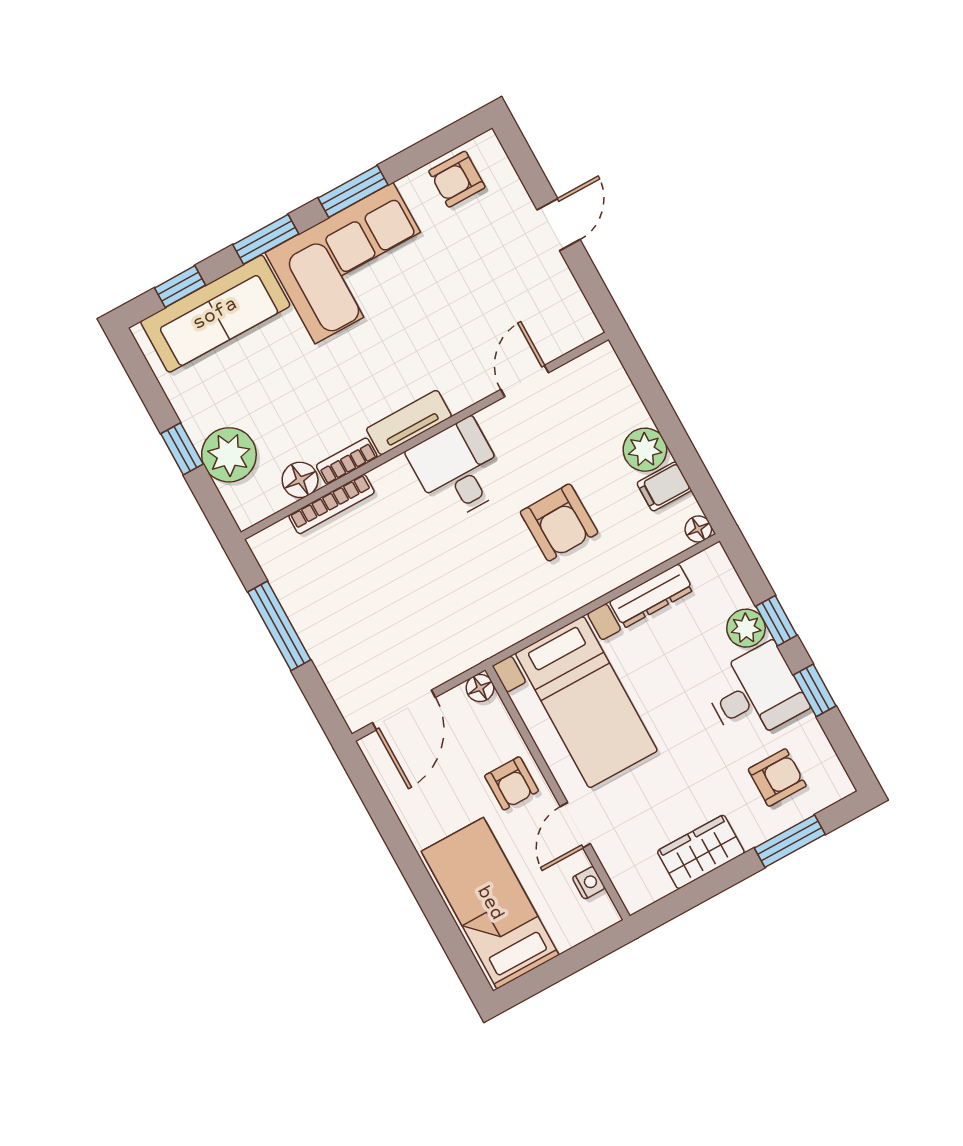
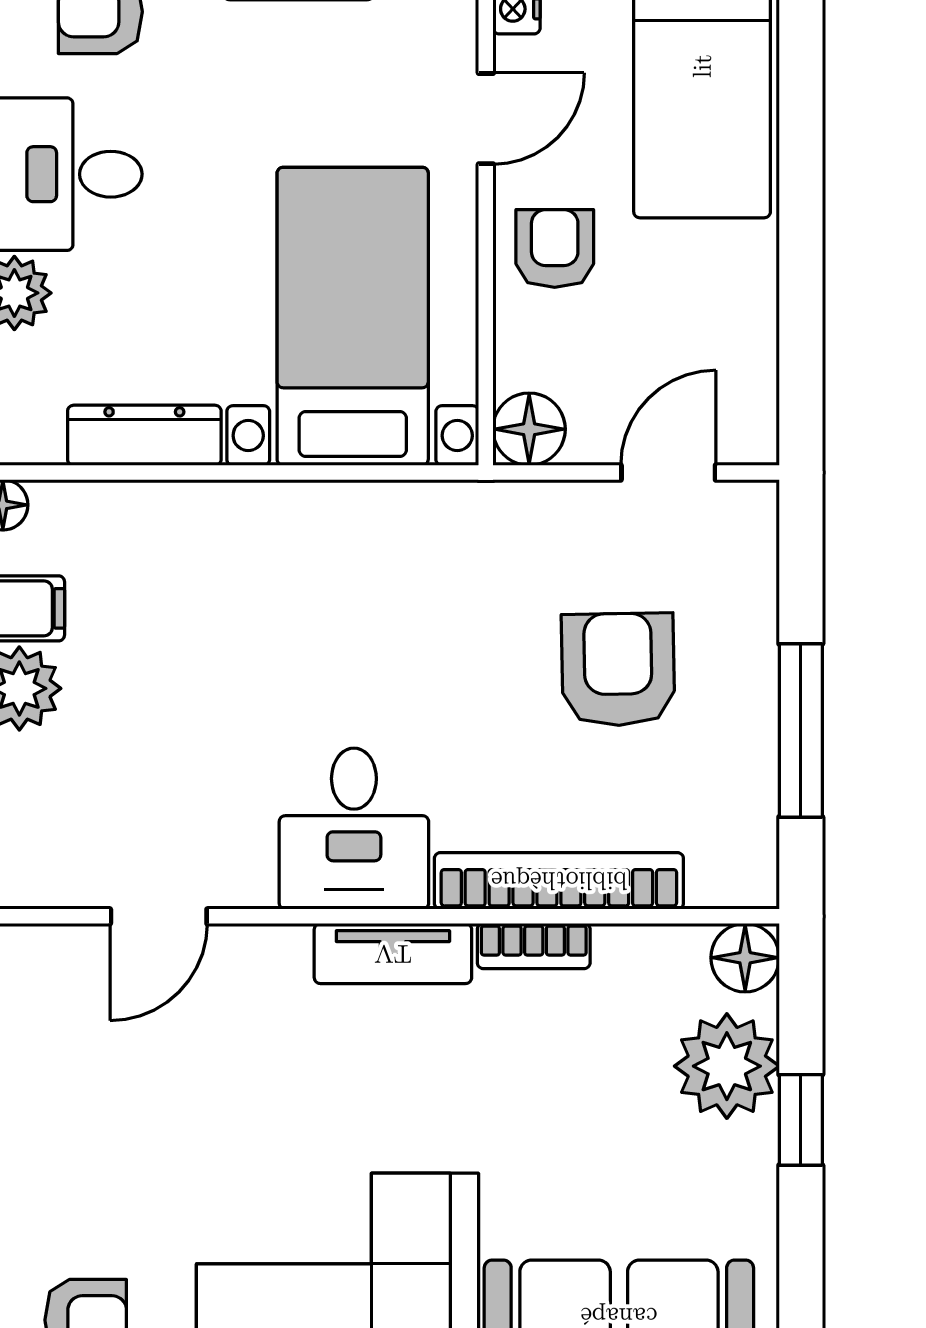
floor lamp: (300, 480) -> (745, 958), moved
bookcase: (332, 504) -> (559, 881), width x1.48, depth x1.31
armchair: (559, 522) -> (618, 669), moved
floor lamp: (480, 688) -> (529, 429), width x1.37, depth x1.37
door: (404, 710) -> (668, 472), width x0.73

